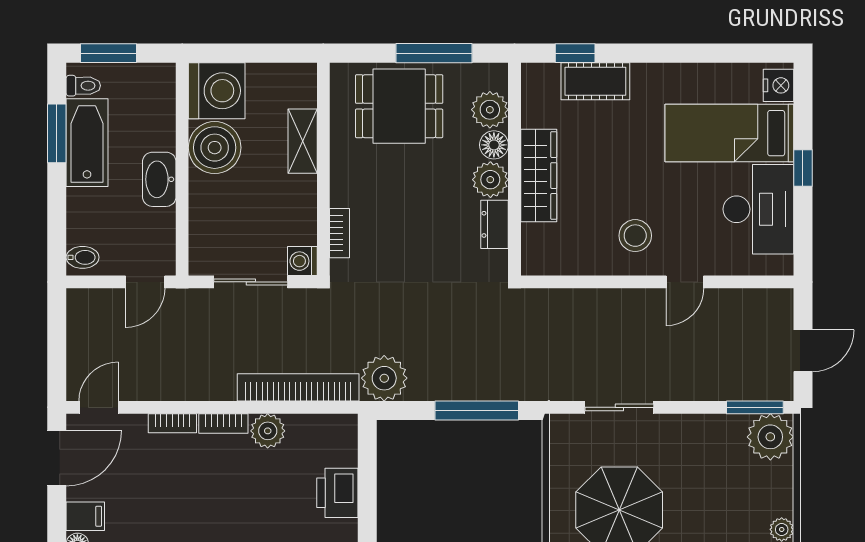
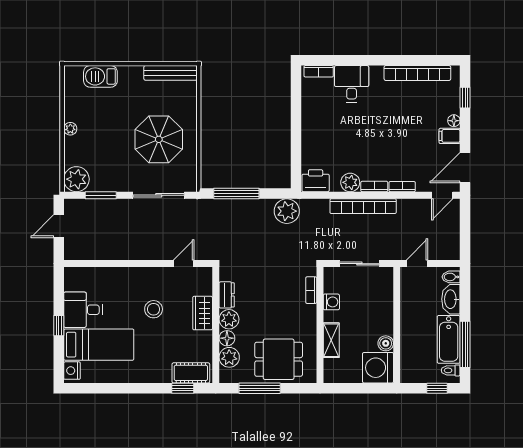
window: (109, 53) -> (437, 388), width x0.67
cot: (595, 81) -> (191, 373), moved
window: (57, 133) -> (465, 344), width x1.44
boiler: (215, 148) -> (386, 343), width x0.54, depth x0.54
wardrobe: (539, 176) -> (203, 313), width x0.67
washbasin: (159, 179) -> (451, 299), moved, turned 180
desk: (758, 209) -> (83, 310), width x0.73
stool: (635, 236) -> (154, 309), moved
washing machine: (302, 261) -> (331, 302), moved
door: (685, 282) -> (184, 264), moved
bookcase: (298, 387) -> (363, 206), moved
sliding door: (619, 407) -> (159, 195), width x1.37
window: (755, 407) -> (101, 195), moved
printer: (337, 493) -> (316, 181), moved, turned -90

